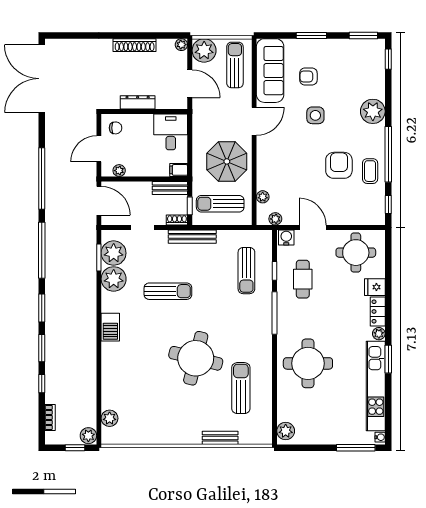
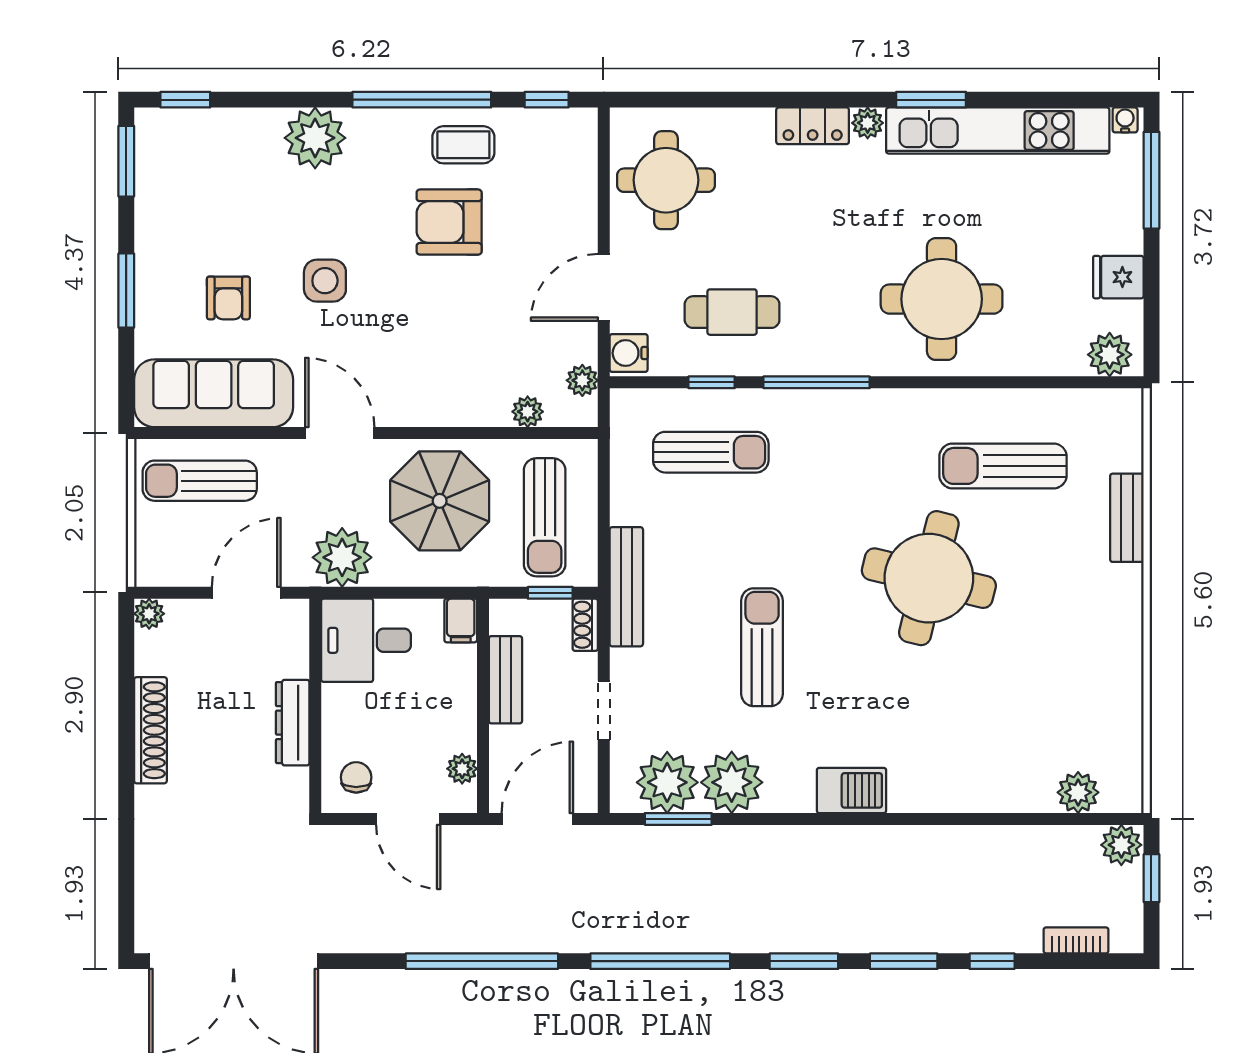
plant: (204, 50) -> (342, 557), moved
bench: (170, 188) -> (505, 680), moved
fridge: (375, 287) -> (1118, 277), moved, turned 90

